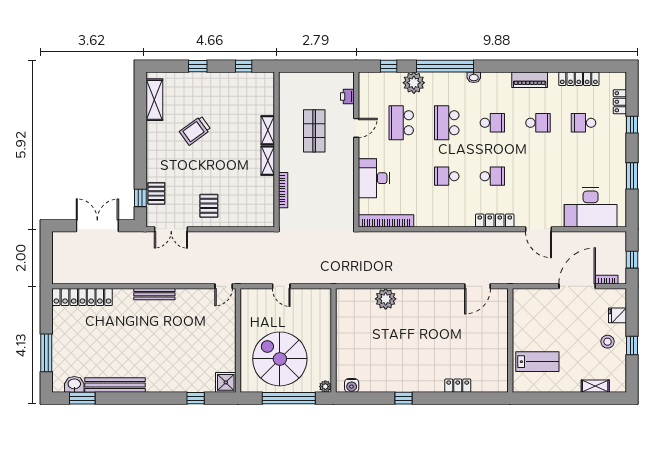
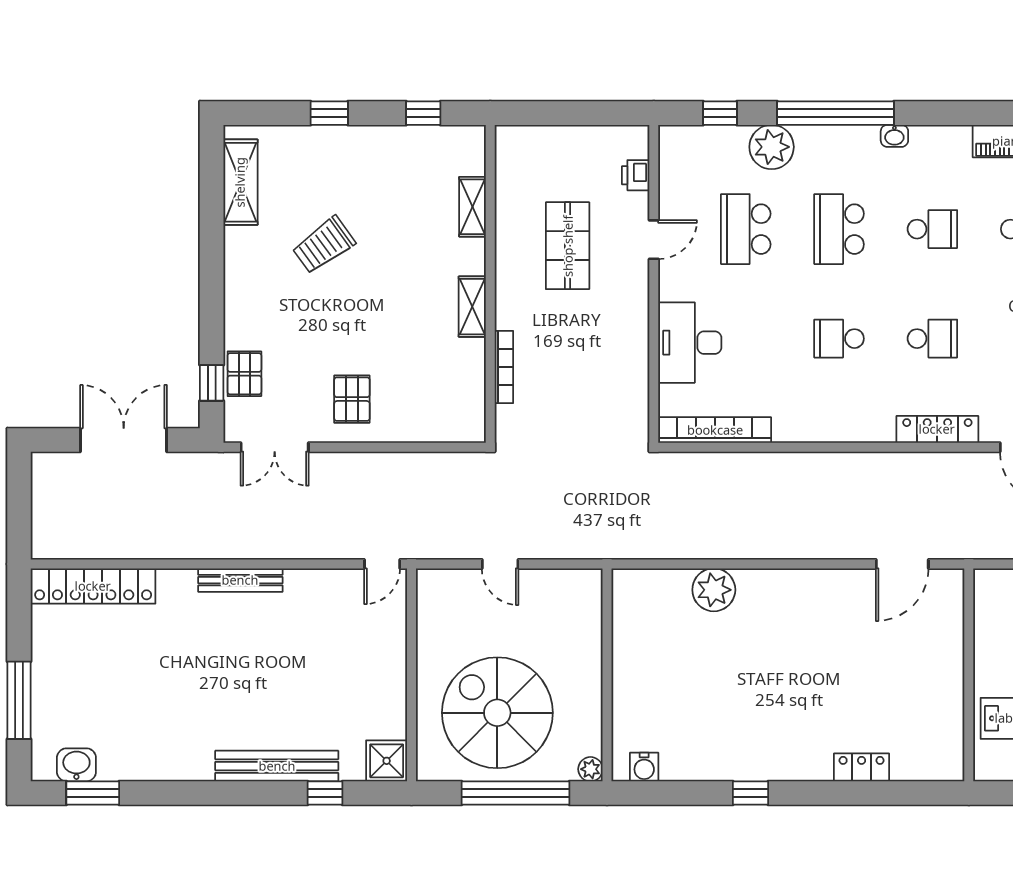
shelving: (268, 130) -> (473, 207), moved
bench: (115, 385) -> (277, 766), moved

